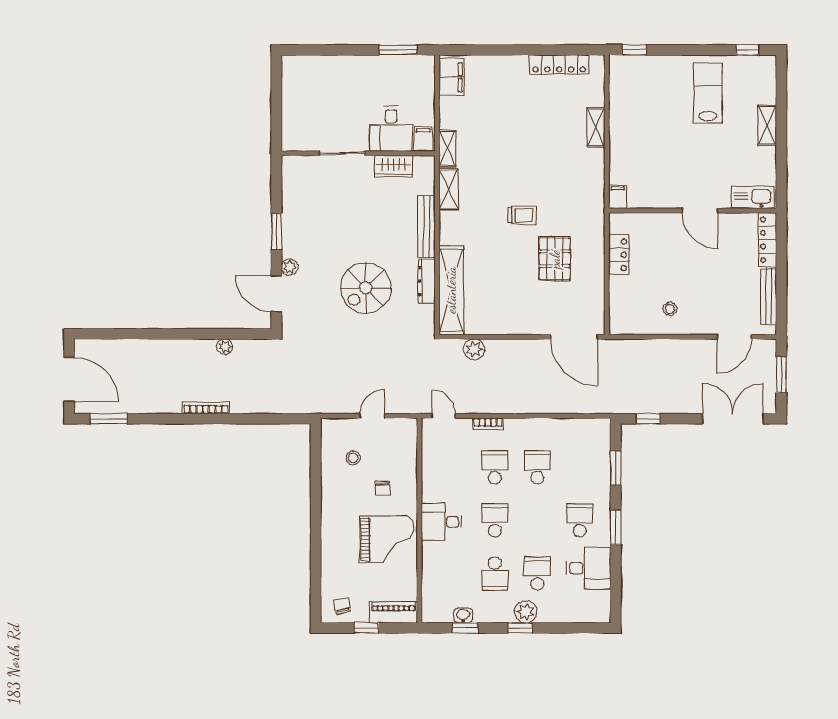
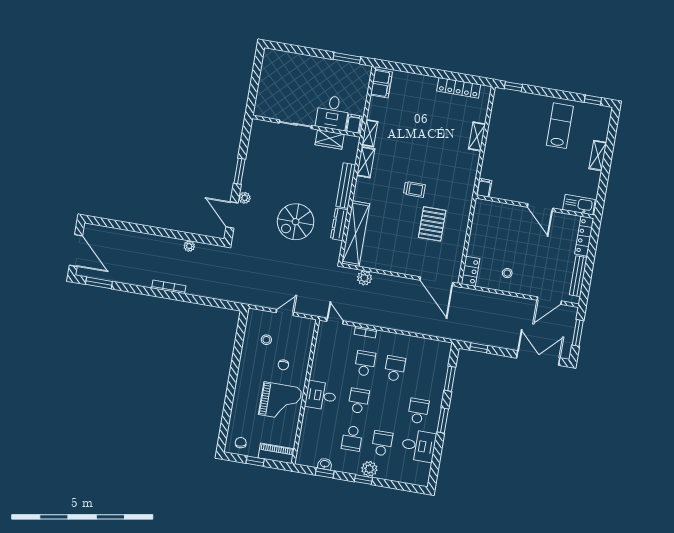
locker: (619, 255) -> (470, 271), moved

